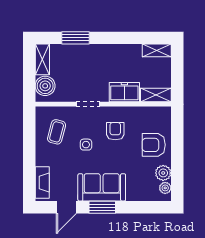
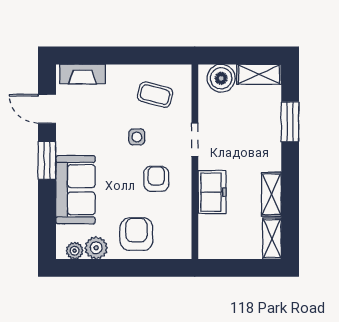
shelving: (156, 95) -> (271, 194), moved
armchair: (115, 131) -> (156, 179), turned -90
sofa: (102, 187) -> (75, 190), moved

